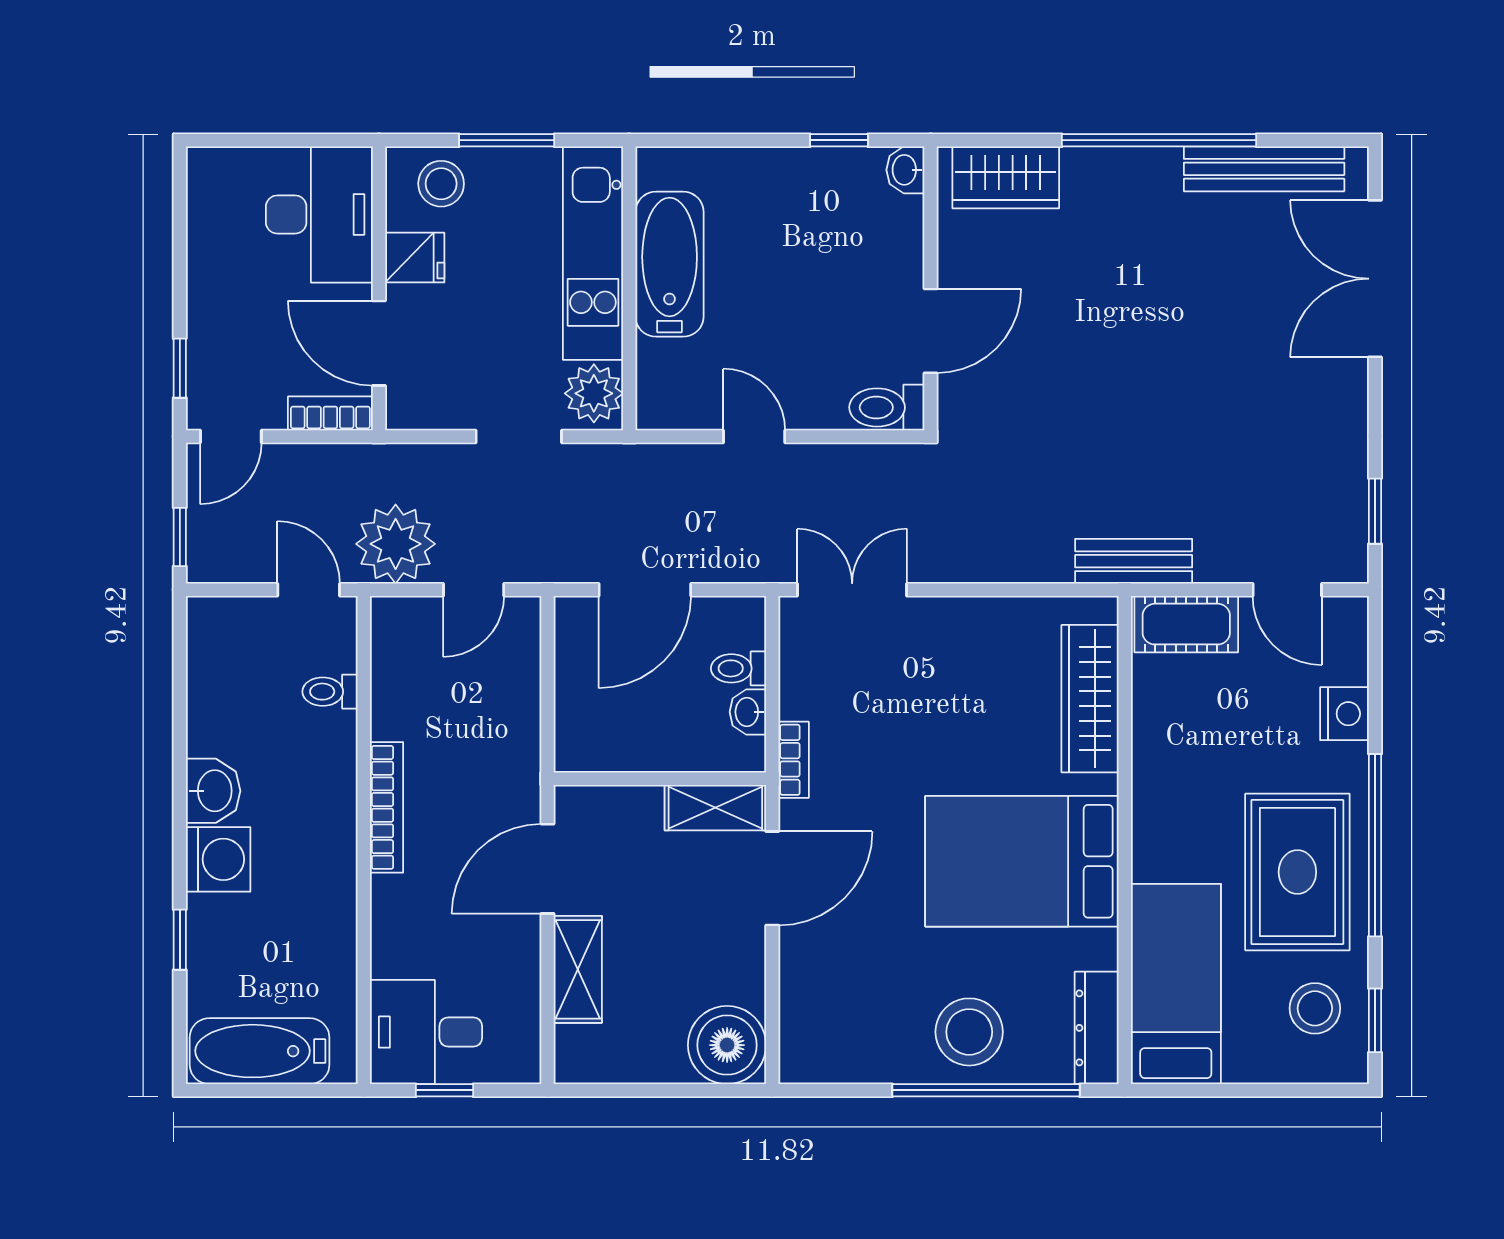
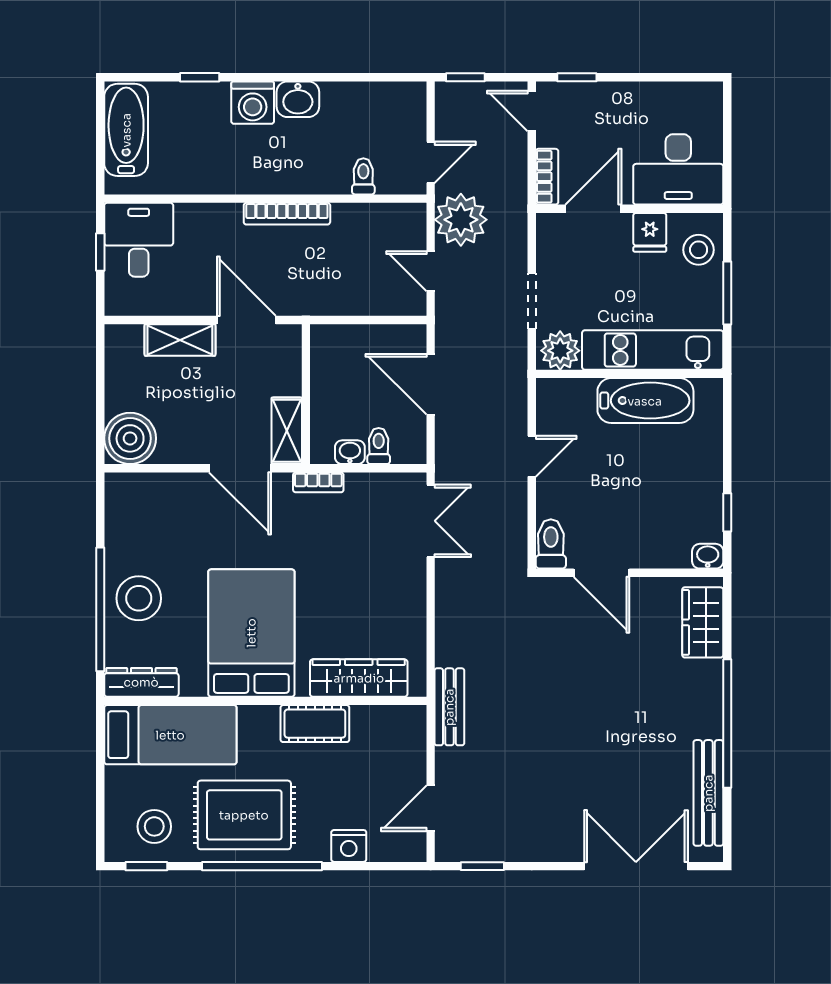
cot: (1186, 624) -> (315, 724), moved, turned 90

